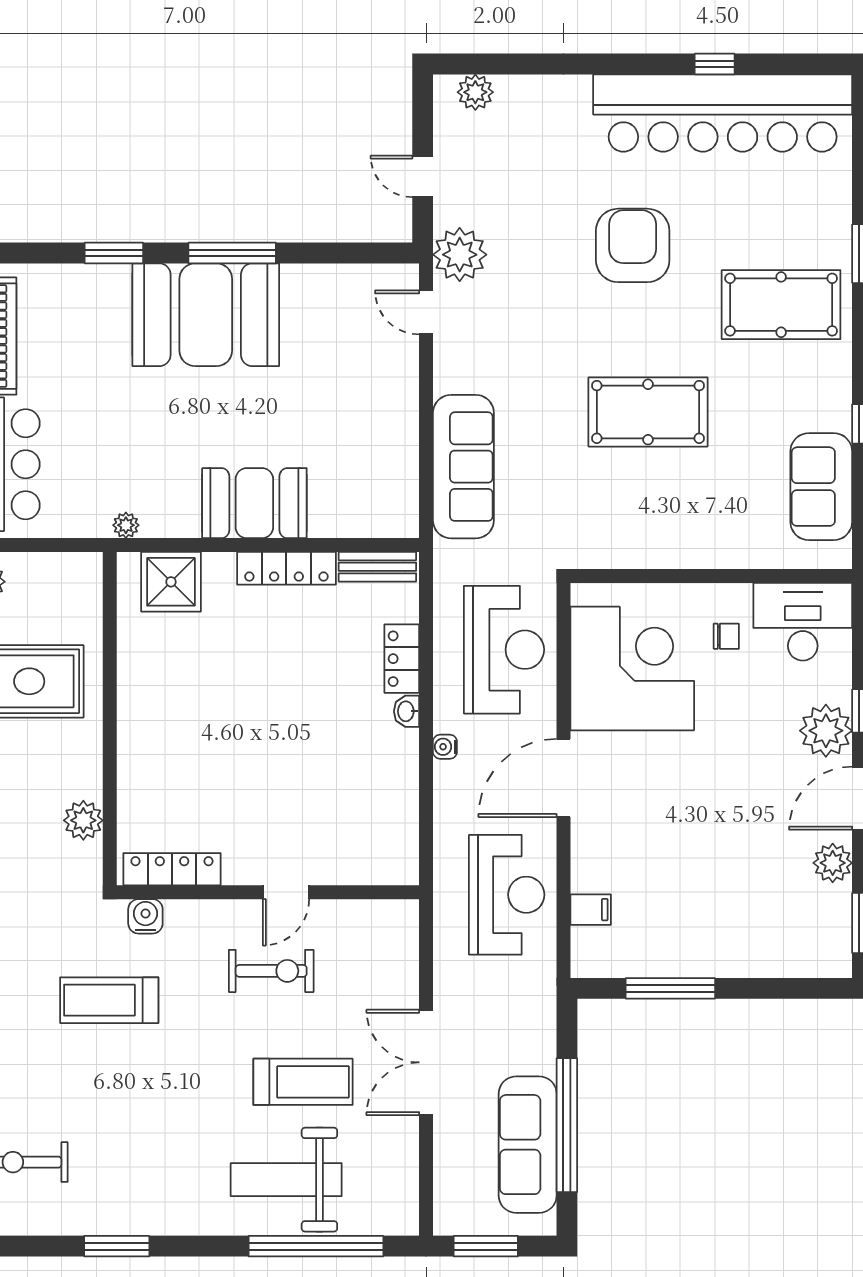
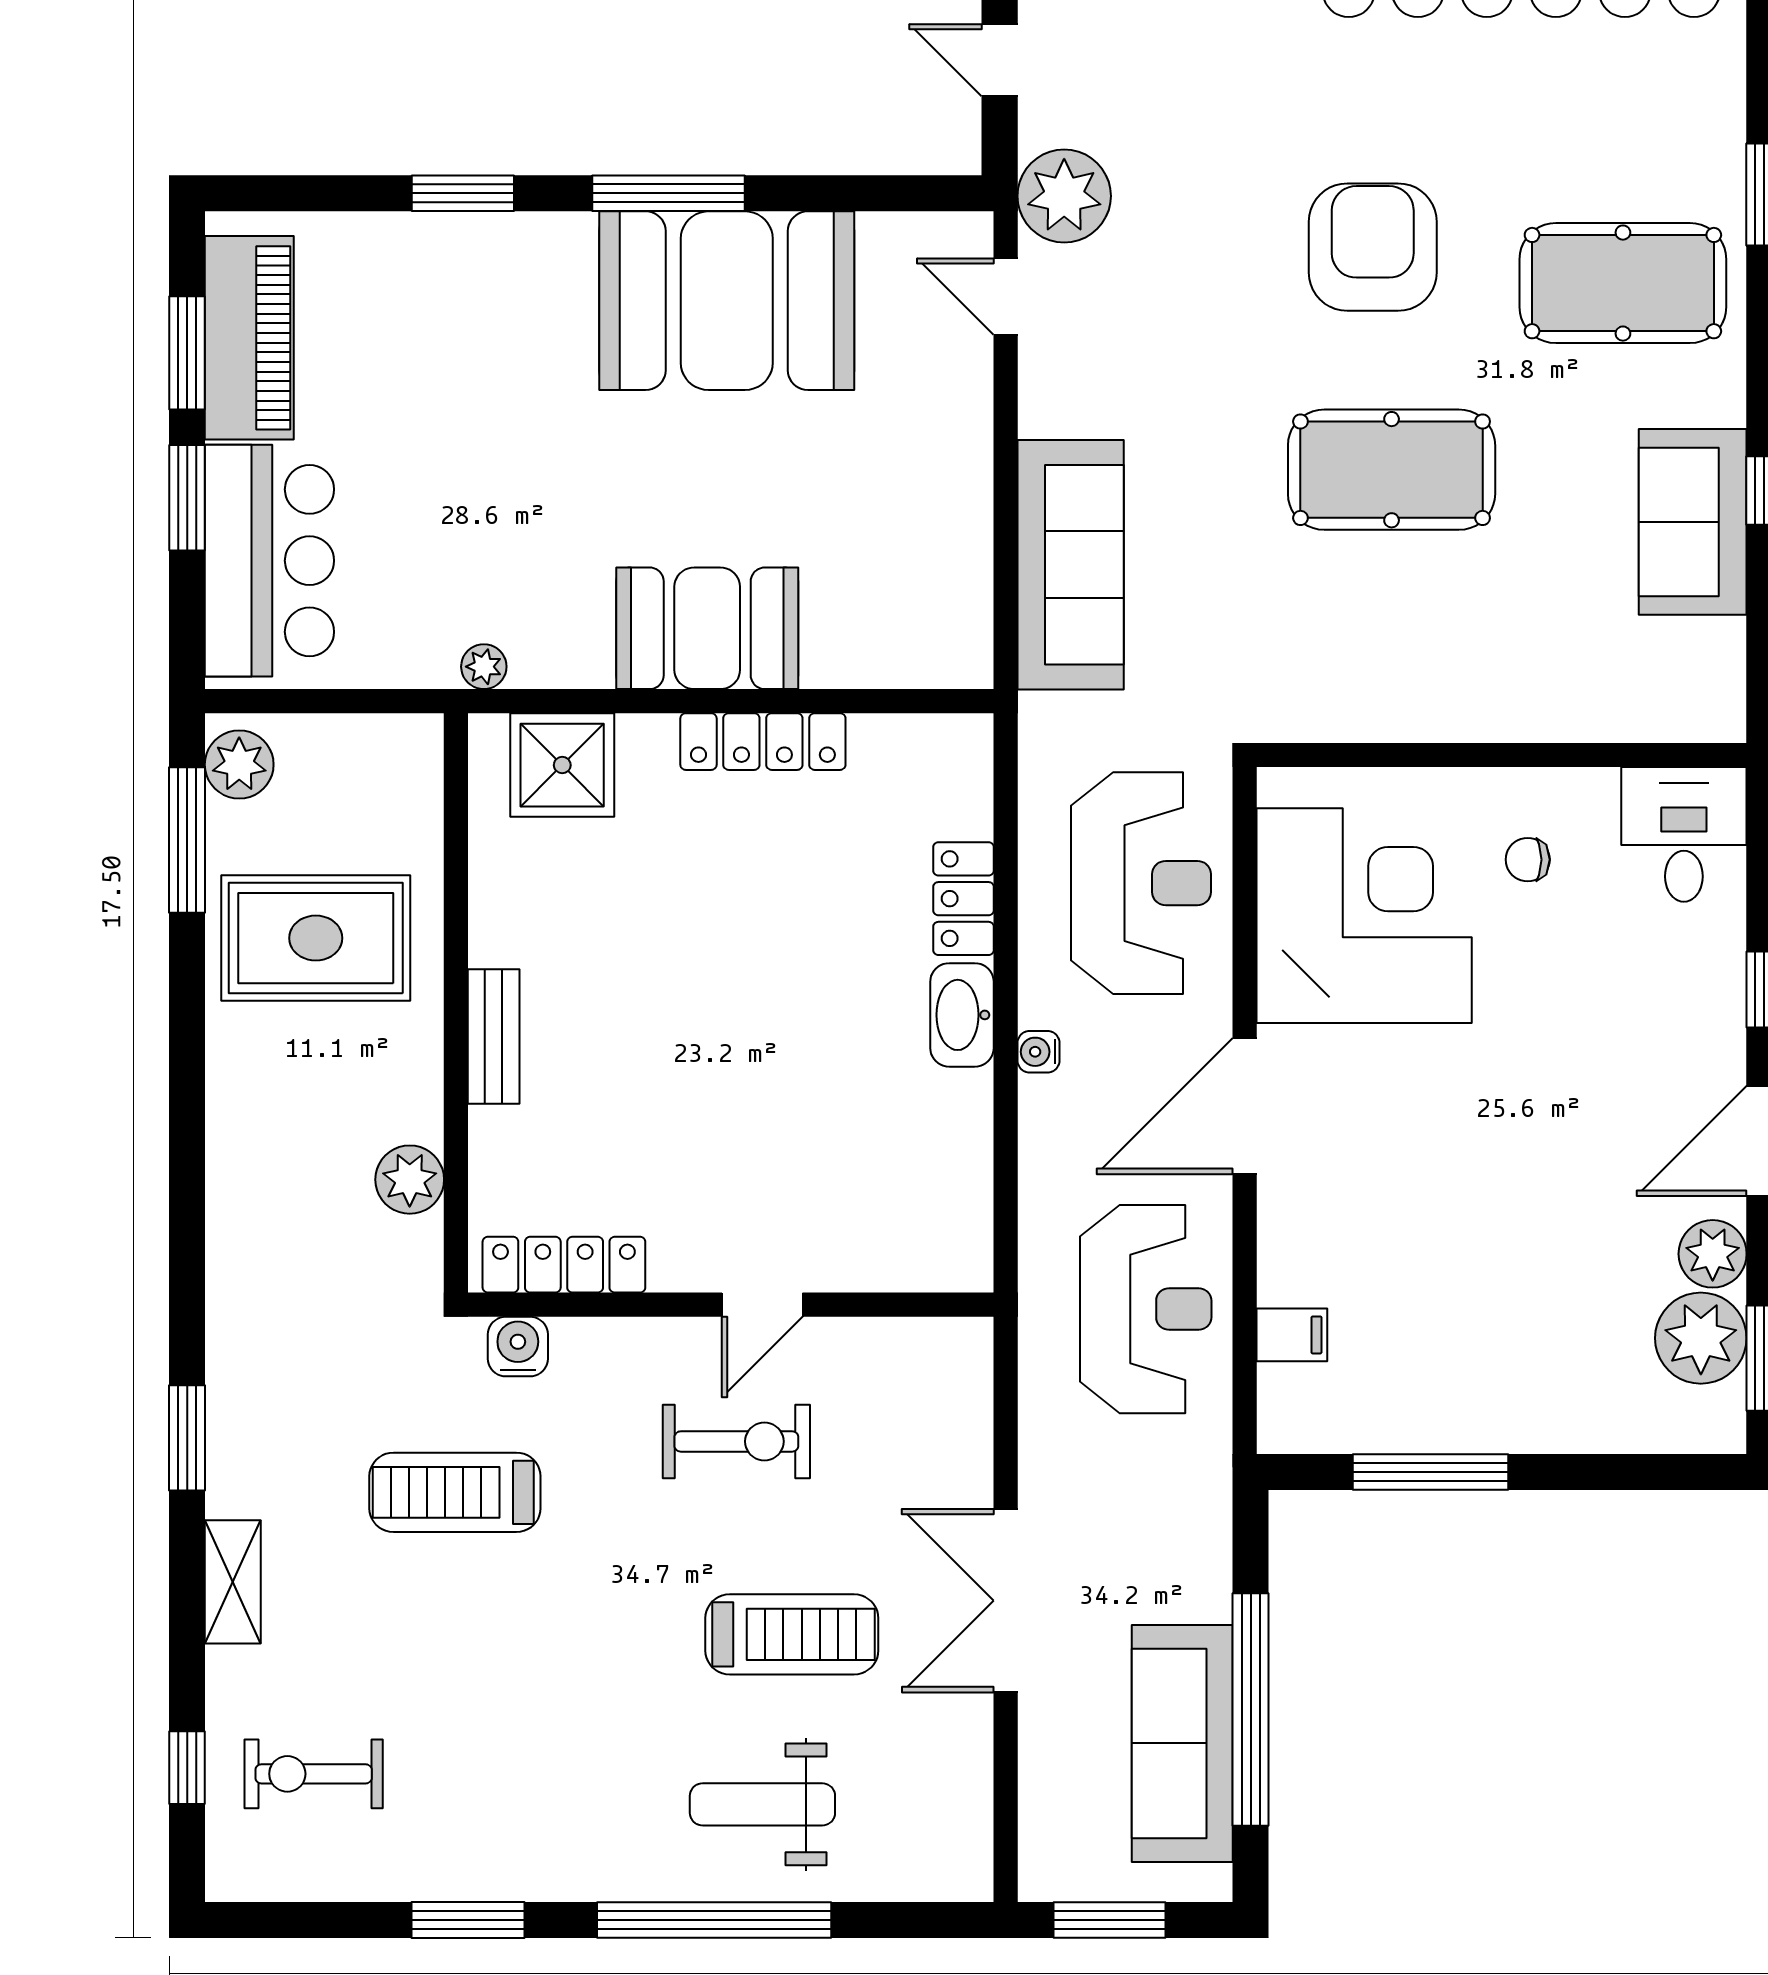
armchair: (633, 245) -> (1373, 247), moved
booth: (206, 315) -> (727, 301), moved
sofa: (821, 487) -> (1693, 522), moved
bench: (377, 567) -> (494, 1037), moved, turned 90
desk: (803, 622) -> (1684, 834), width x0.73
chair: (726, 636) -> (1528, 860), turned 180
washbasin: (407, 711) -> (962, 1015), width x1.91, depth x1.45
plant: (826, 731) -> (1701, 1338), moved
weight bench: (286, 1180) -> (762, 1804), width x0.73, depth x0.75
window: (316, 1246) -> (714, 1920), moved

